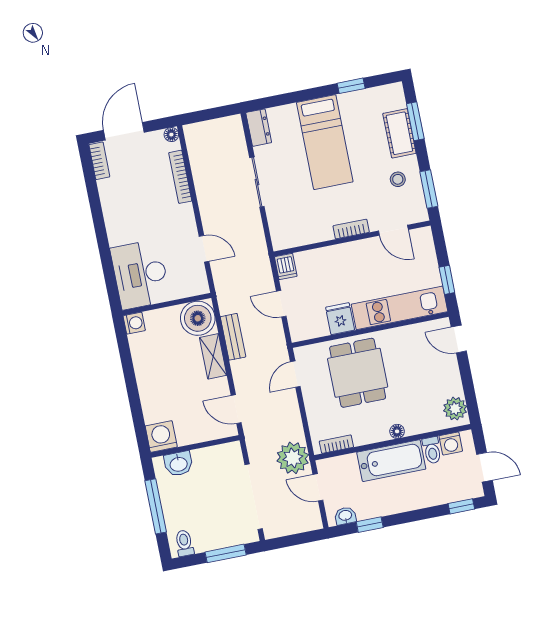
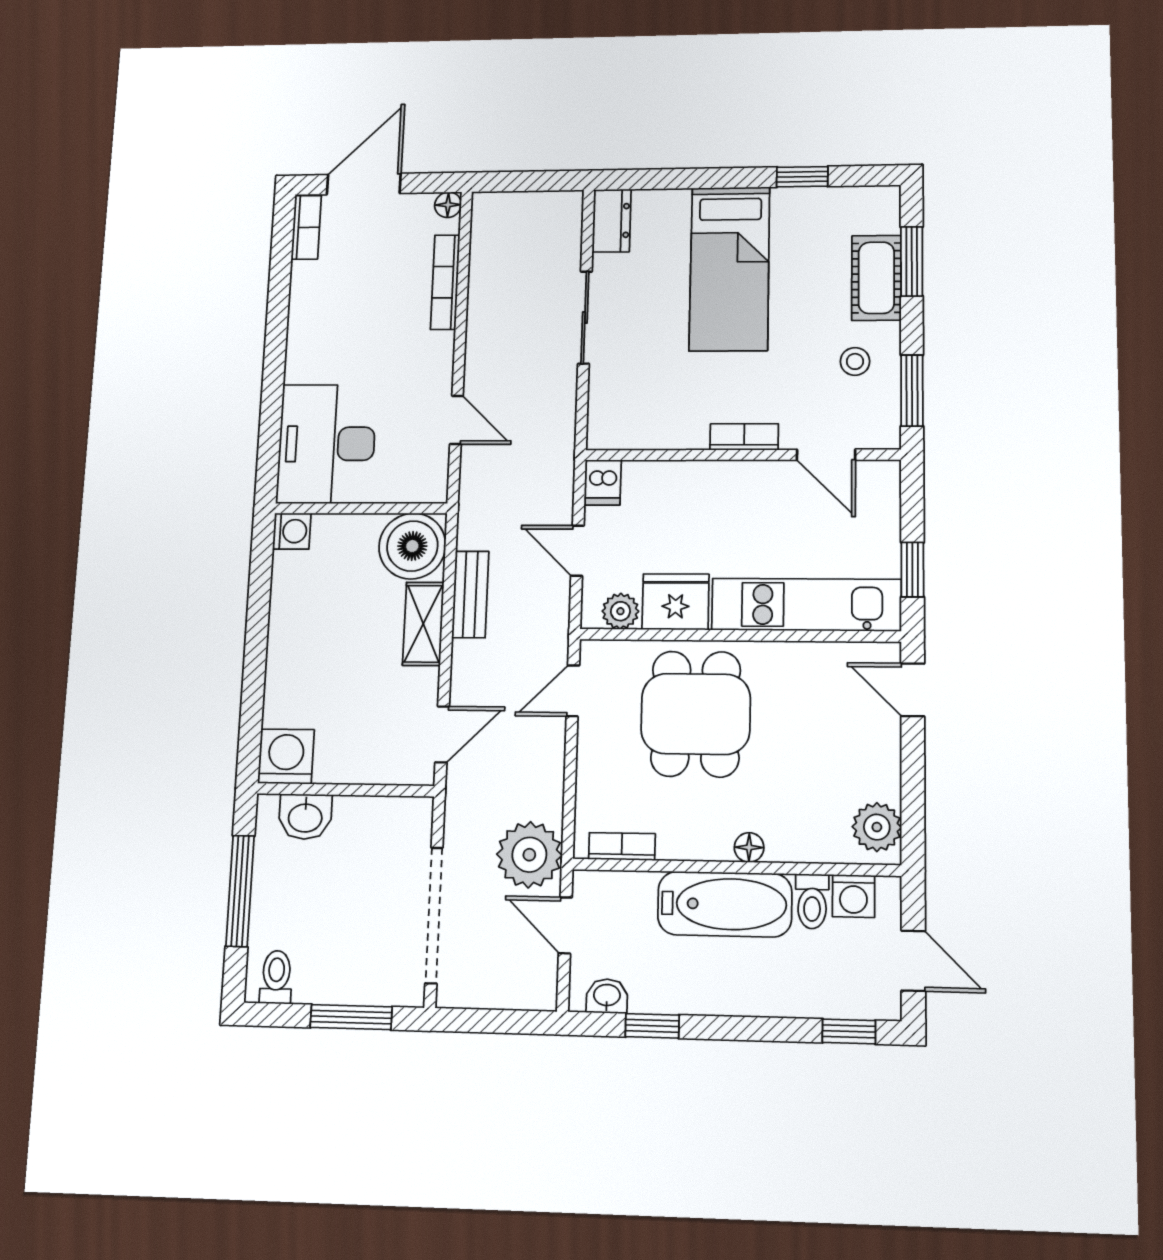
fridge: (340, 319) -> (676, 602), width x1.38
plant: (310, 330) -> (620, 611), added
door: (236, 409) -> (442, 734), swing flipped

